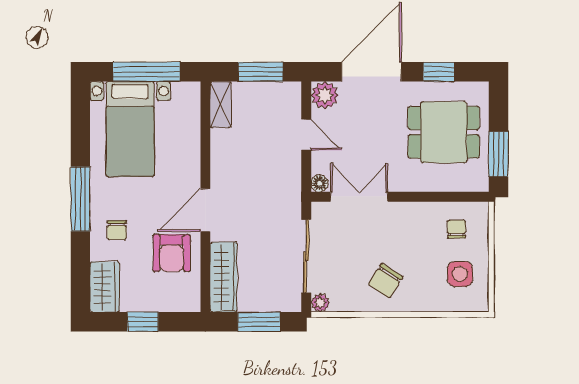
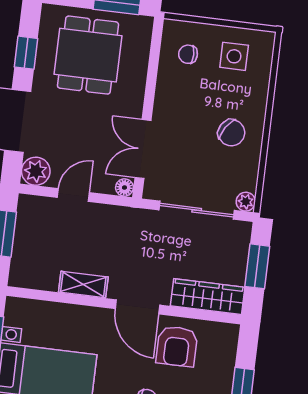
shelving: (221, 104) -> (83, 285), moved
armchair: (172, 253) -> (177, 346), turned 90

